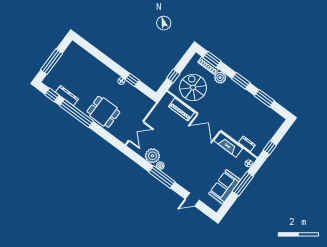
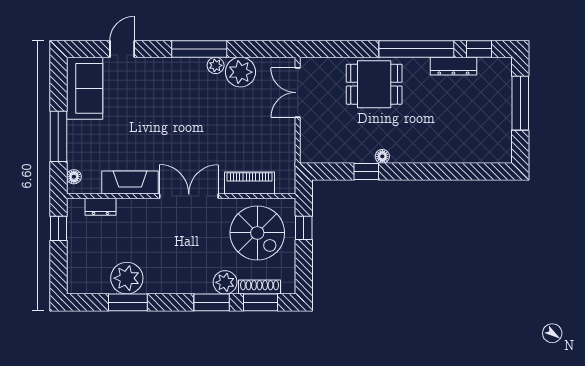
window: (241, 81) -> (212, 302), moved
plant: (258, 108) -> (127, 278), added
sofa: (225, 187) -> (85, 88), moved

